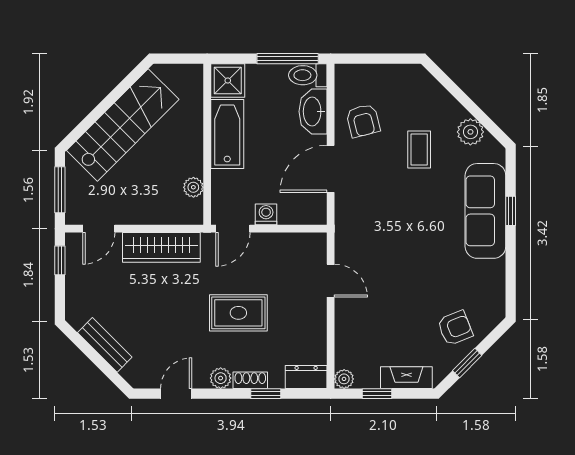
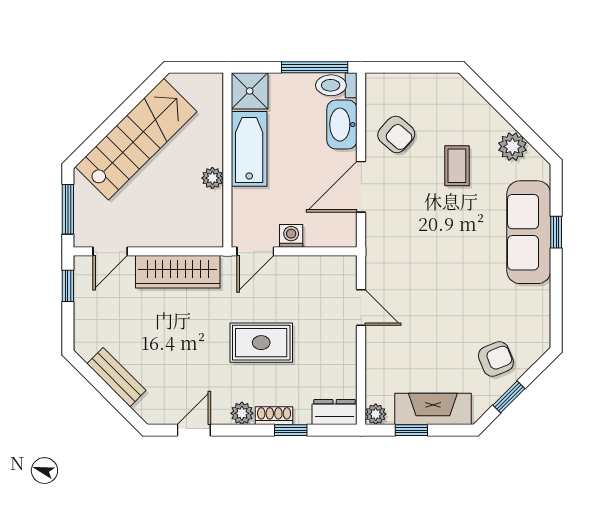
armchair: (363, 121) -> (396, 134), turned -35
plant: (193, 187) -> (212, 178), moved
fireplace: (406, 378) -> (433, 409), width x1.37, depth x1.32

